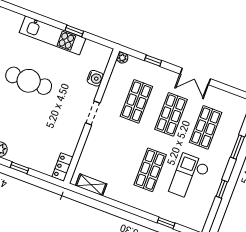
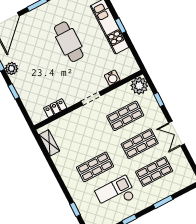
window: (74, 31) -> (120, 26), moved
plant: (122, 58) -> (139, 86), width x1.88, depth x1.88
locker: (62, 167) -> (55, 108), moved

